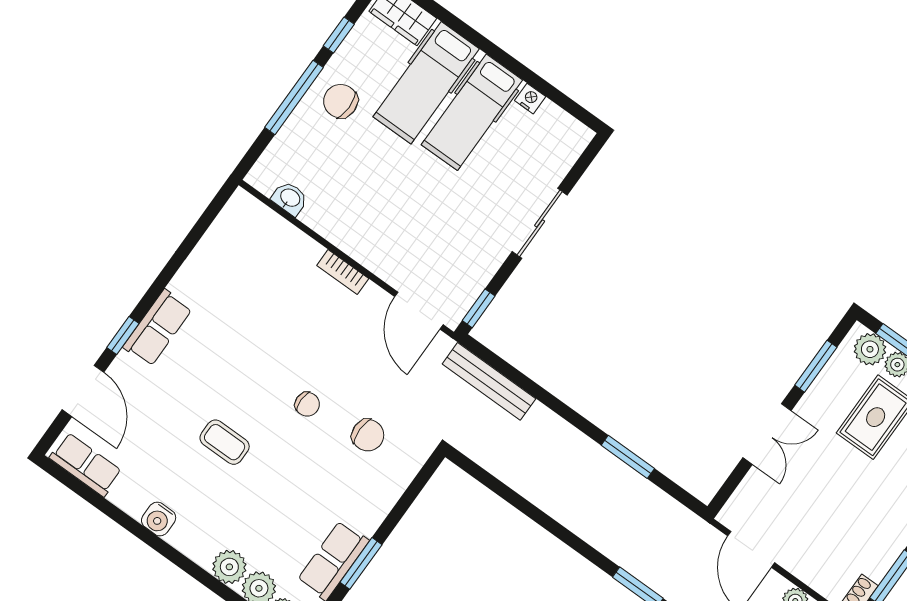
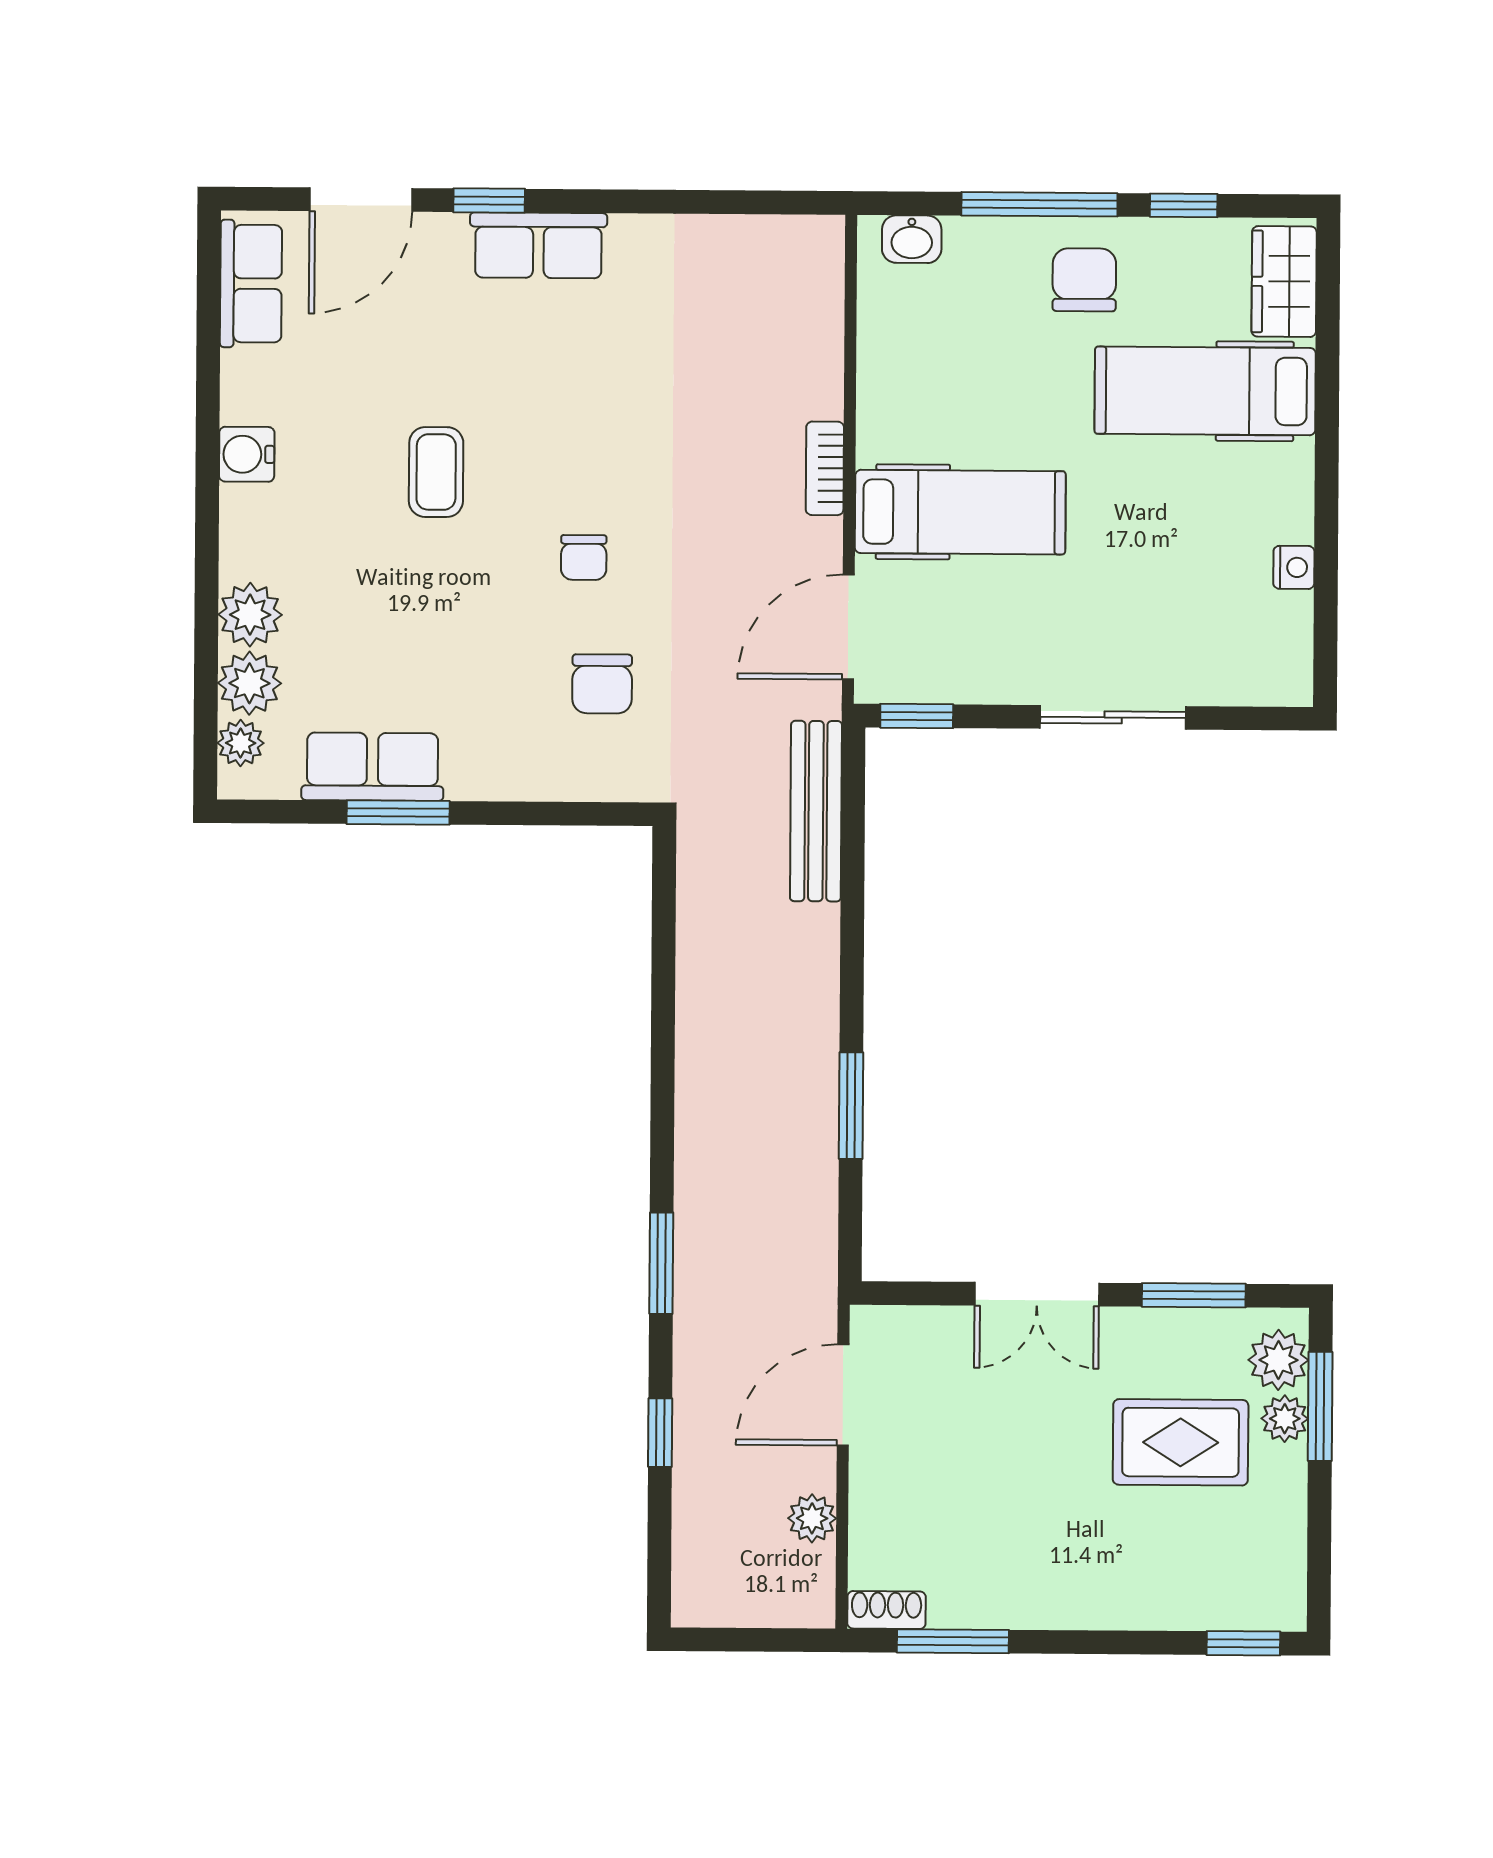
hospital bed: (472, 112) -> (960, 512), moved, turned 180
washbasin: (290, 198) -> (912, 239), moved, turned 90

